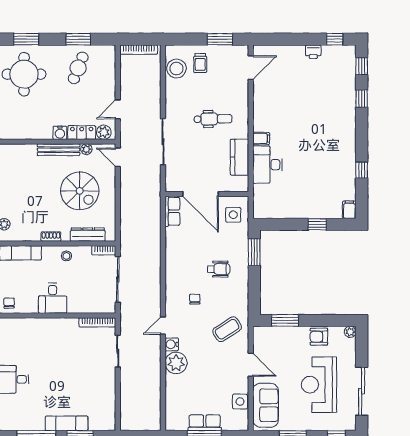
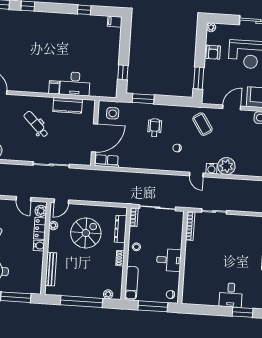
dental chair: (213, 119) -> (36, 124), turned -44
bench: (59, 150) -> (51, 269), moved
window: (317, 224) -> (123, 72), moved

